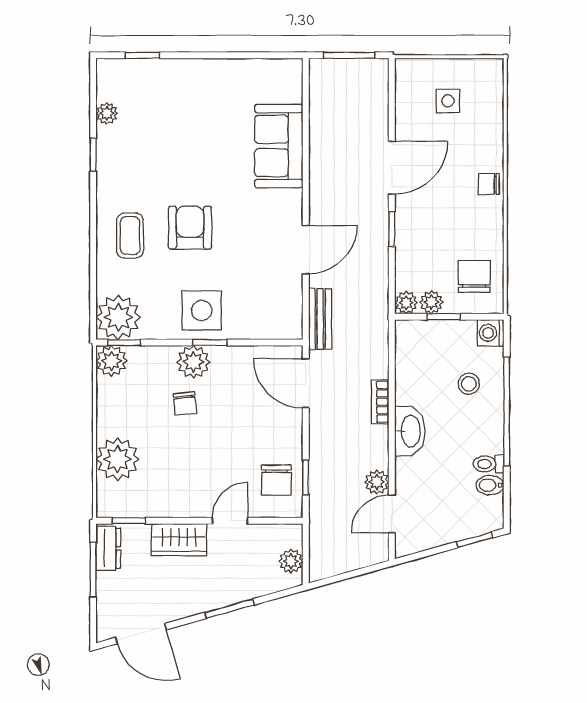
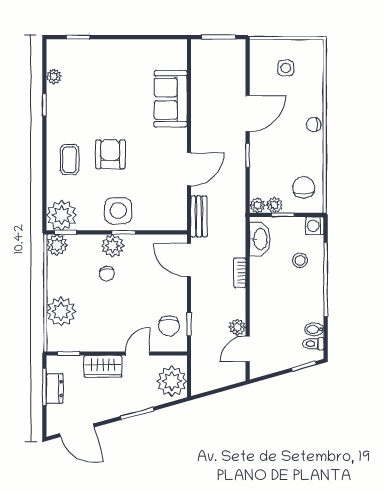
washbasin: (410, 431) -> (260, 239), moved
toilet: (489, 464) -> (313, 344), moved
dresser: (108, 548) -> (55, 389), moved
plant: (291, 561) -> (172, 381), width x1.87, depth x1.87

